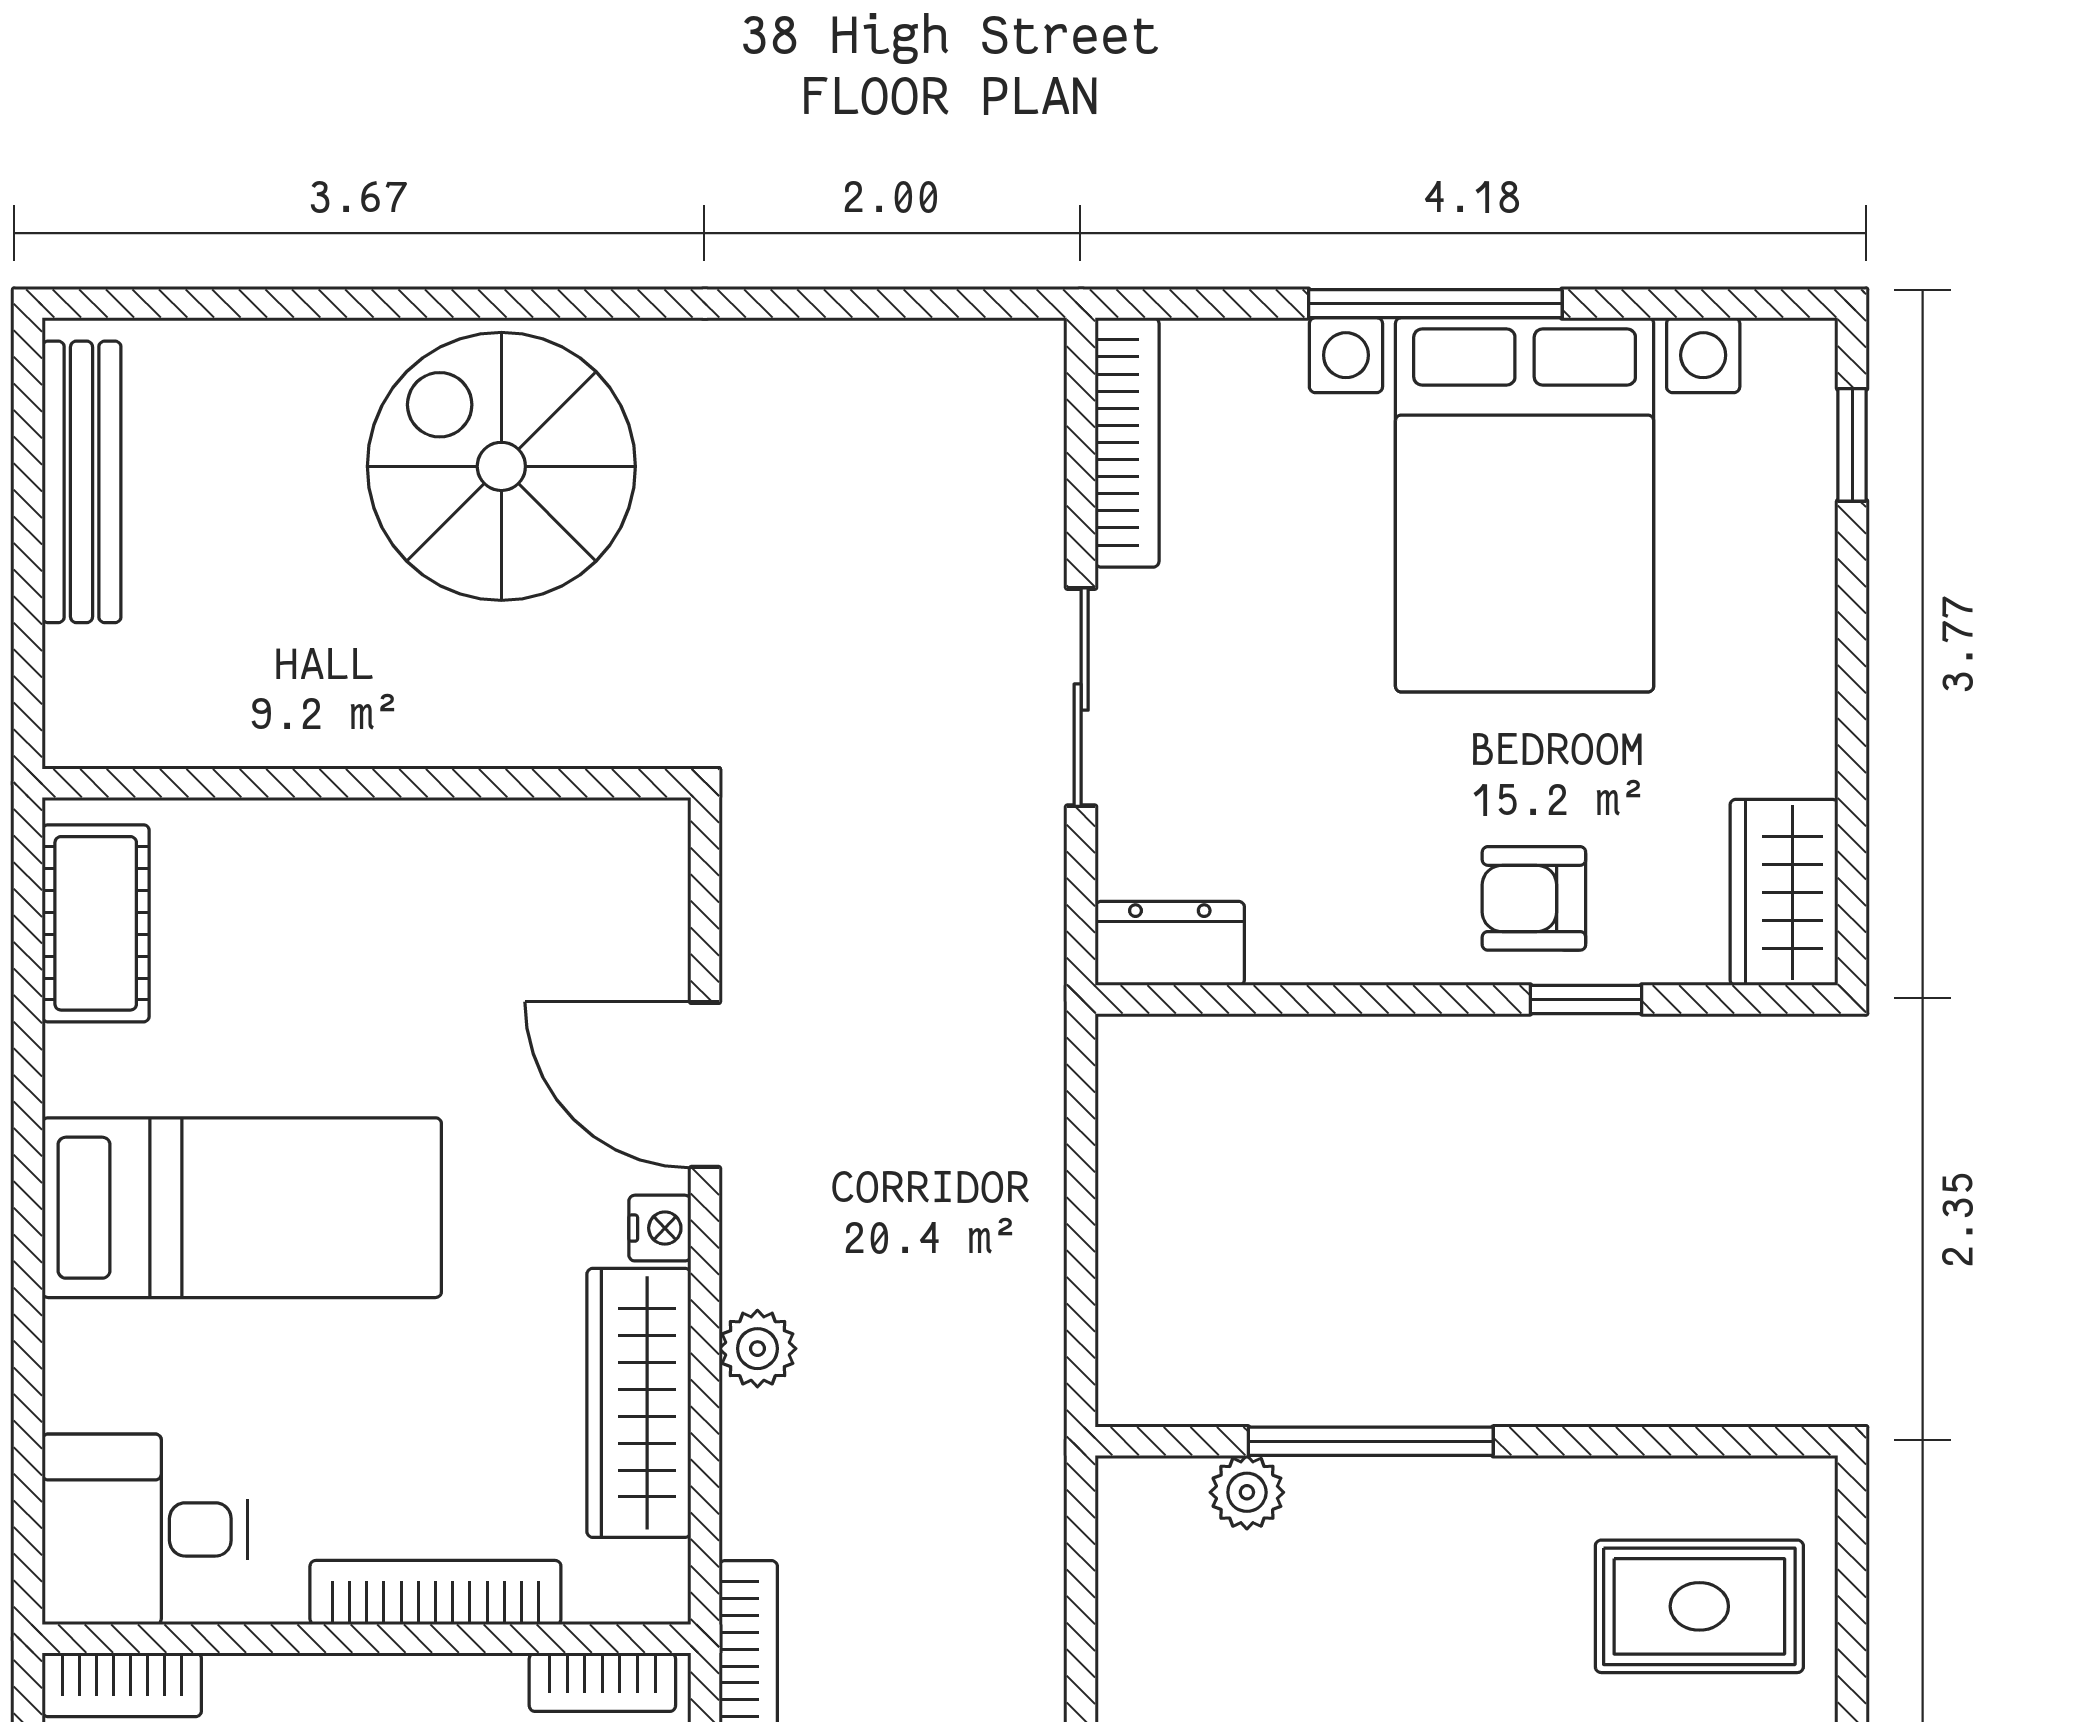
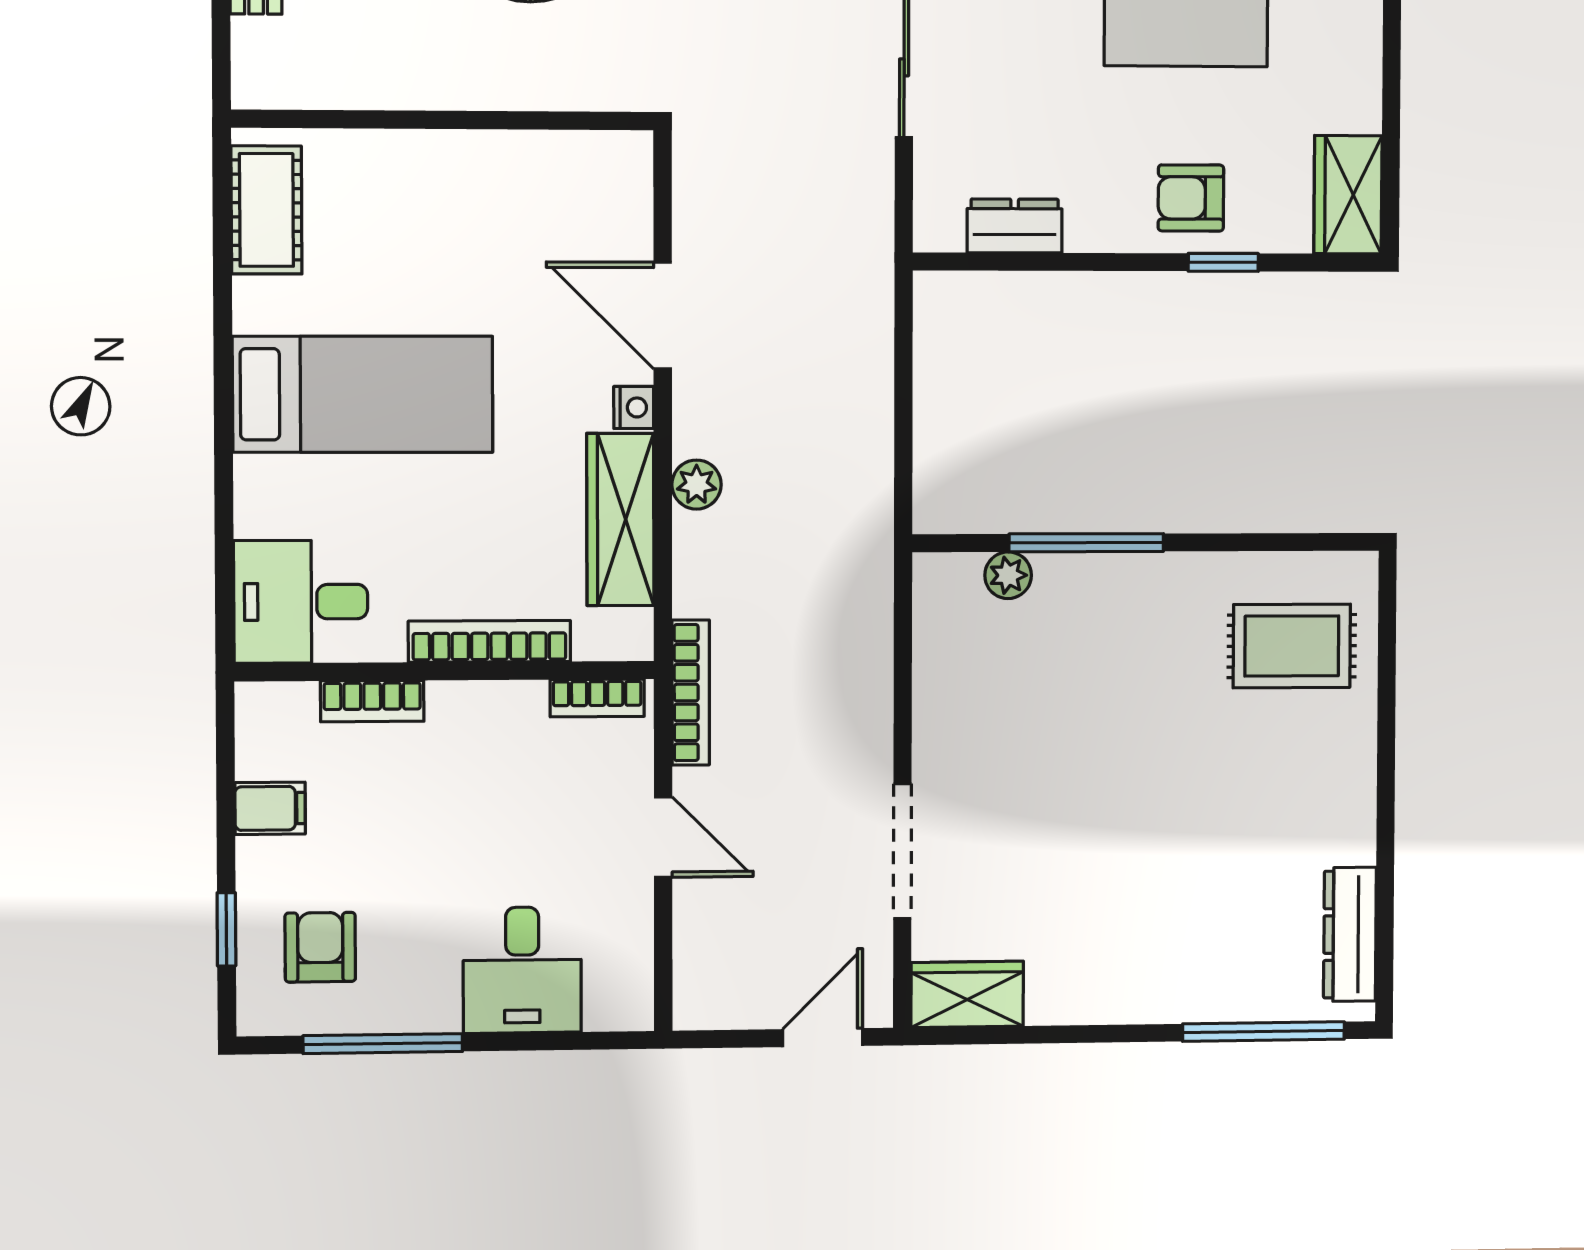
dresser: (1170, 943) -> (1015, 226), moved
bookcase: (122, 1685) -> (372, 701), moved

